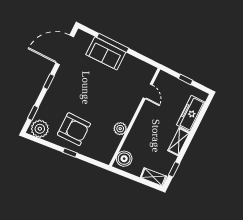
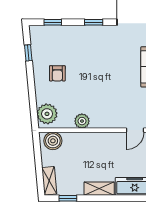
plant: (40, 129) -> (47, 114), moved
armchair: (74, 129) -> (57, 73), width x0.53, depth x0.53
window: (70, 153) -> (28, 53), moved

